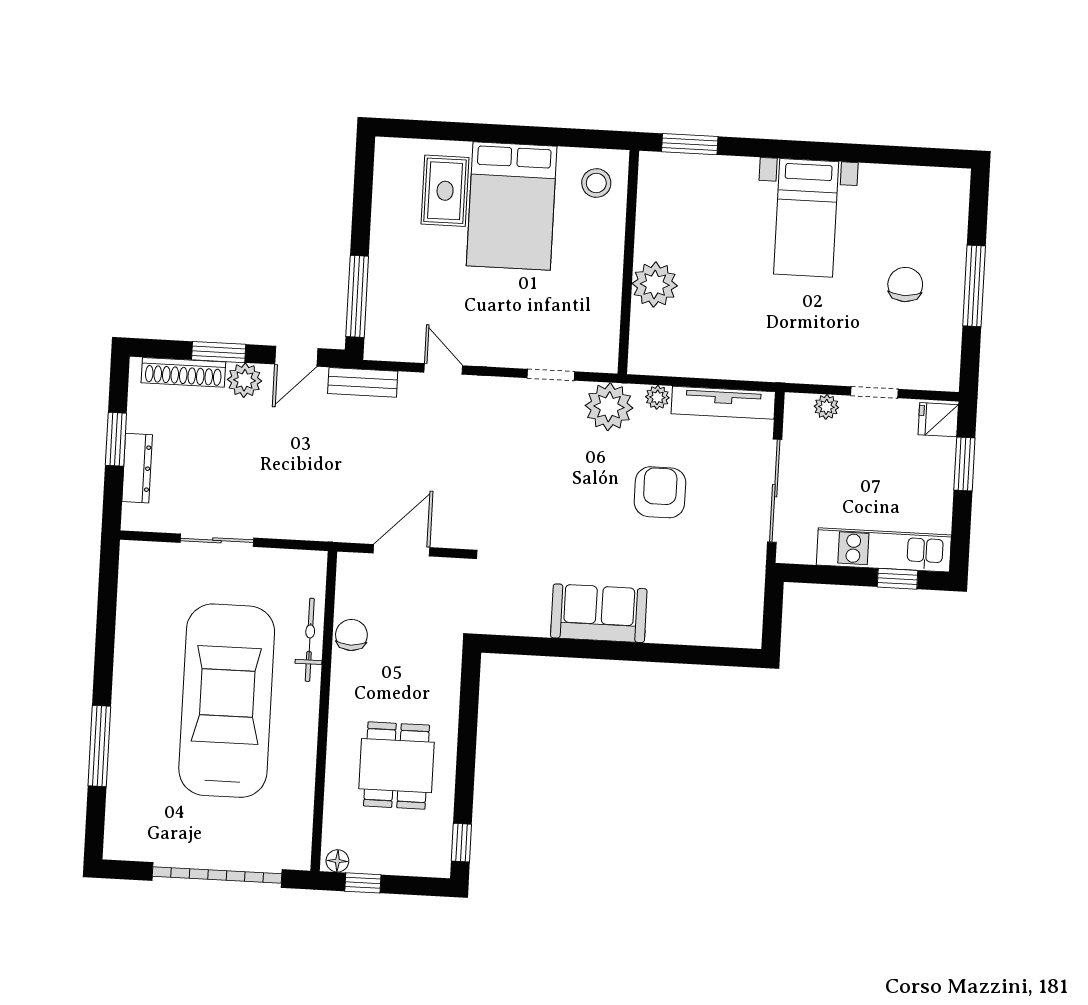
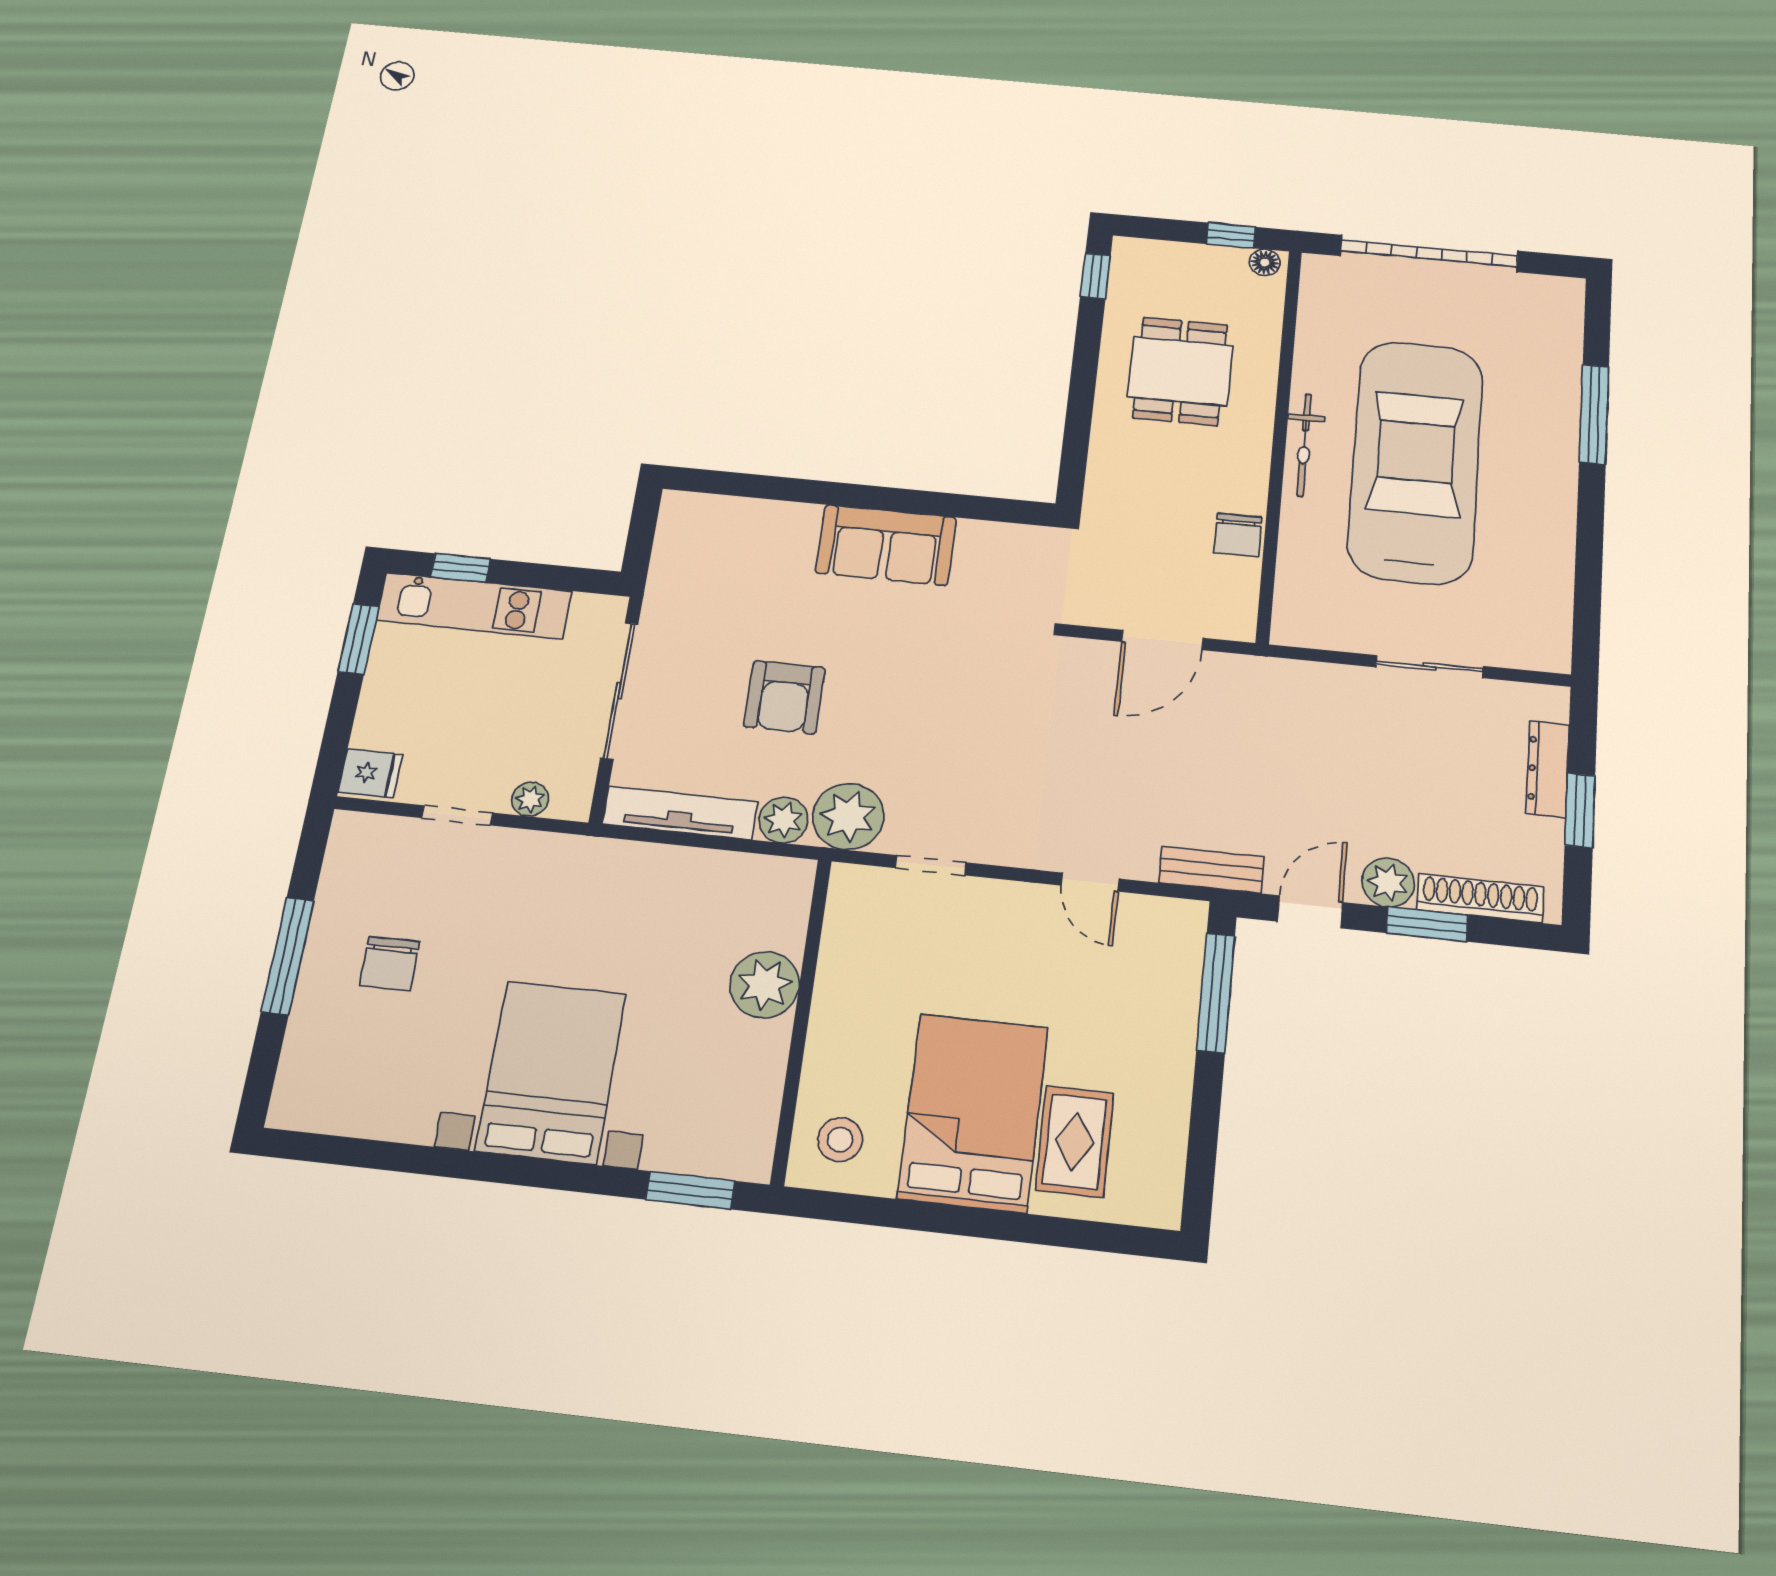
bed with nightstands: (806, 218) -> (551, 1072), width x1.36
plant: (657, 397) -> (783, 820), width x1.38, depth x1.38
window: (964, 464) -> (358, 639), moved
bicycle: (310, 640) -> (1304, 445), moved
car: (227, 701) -> (1415, 461), turned 180

